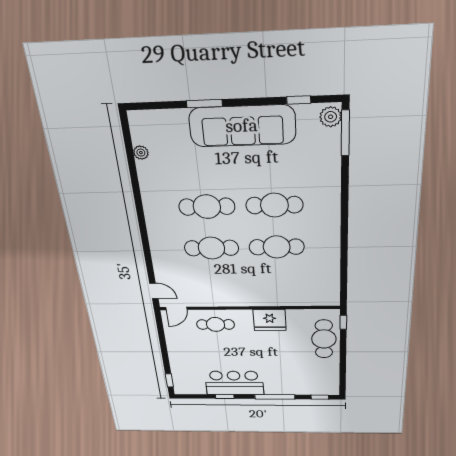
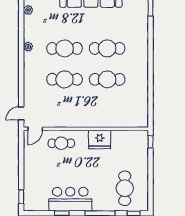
plant: (150, 206) -> (28, 47), added
door: (154, 291) -> (21, 113), swing flipped
cafe table: (324, 339) -> (125, 188), moved

